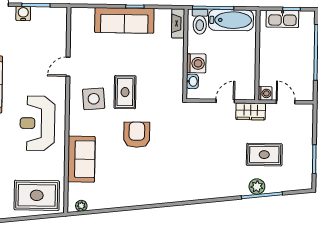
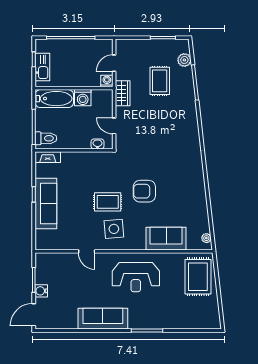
bathtub: (231, 20) -> (54, 99), moved, turned 90
washing machine: (196, 63) -> (83, 98), moved, turned 180
door: (225, 101) -> (114, 126), moved
plant: (257, 187) -> (184, 60), moved

